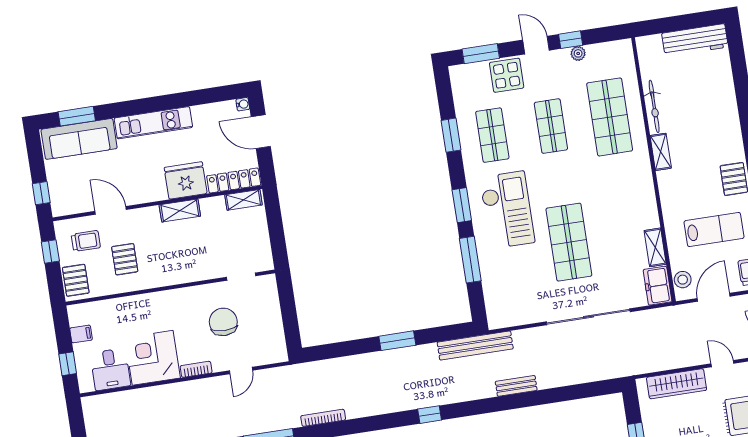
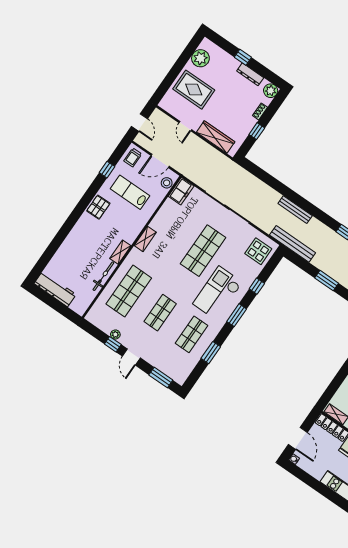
display table: (507, 75) -> (258, 251), moved
shelving: (655, 247) -> (145, 239), moved
window: (470, 260) -> (257, 286), width x0.46
bench: (516, 386) -> (295, 210), width x1.36

